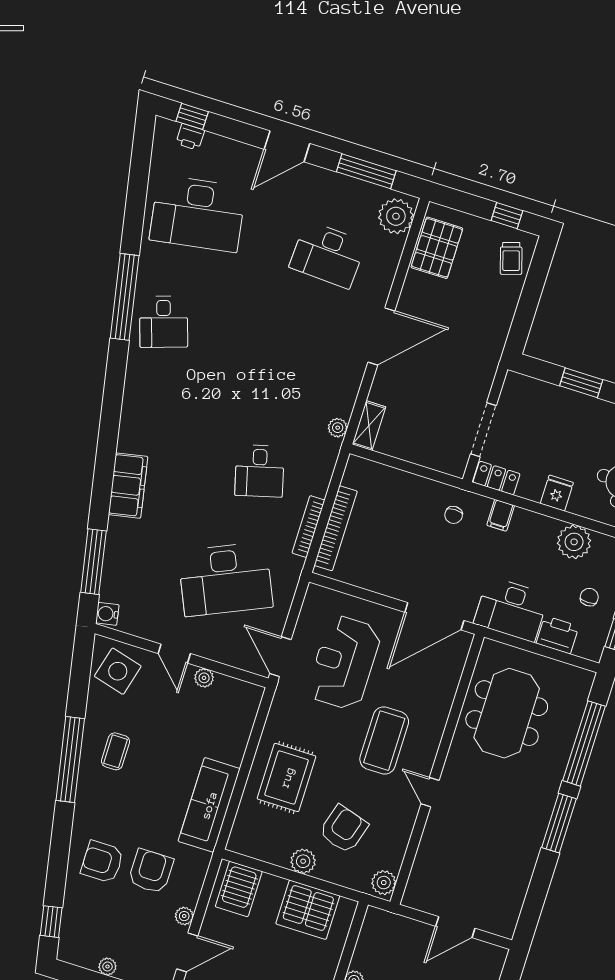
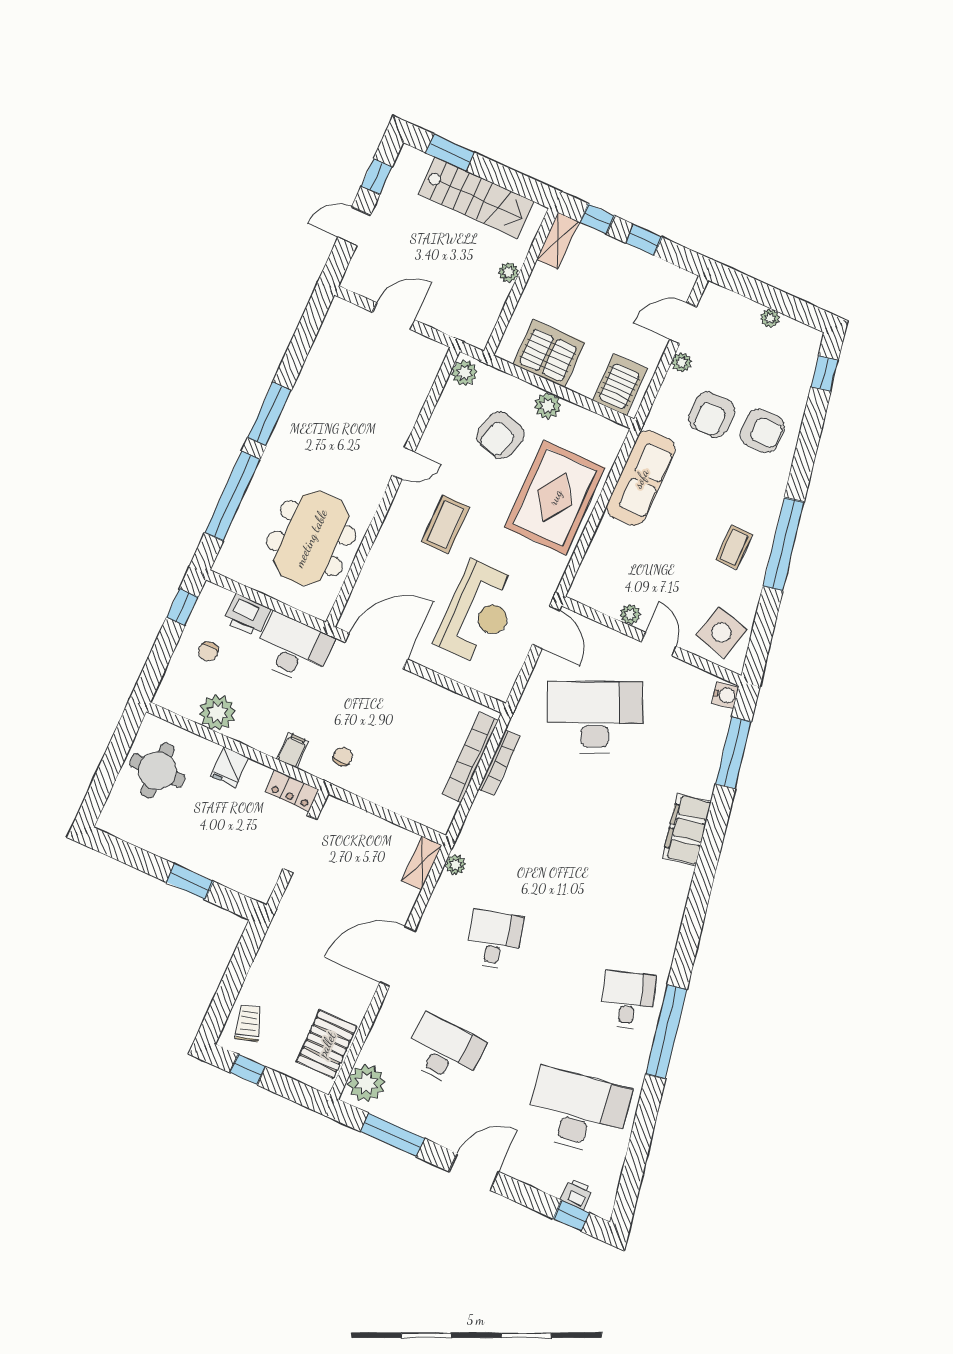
desk: (259, 471) -> (494, 940), moved
coffee table: (384, 741) -> (446, 524), width x0.73, depth x0.76
rug: (287, 777) -> (555, 497), width x1.37, depth x1.44
door: (430, 792) -> (403, 464), hinge flipped

